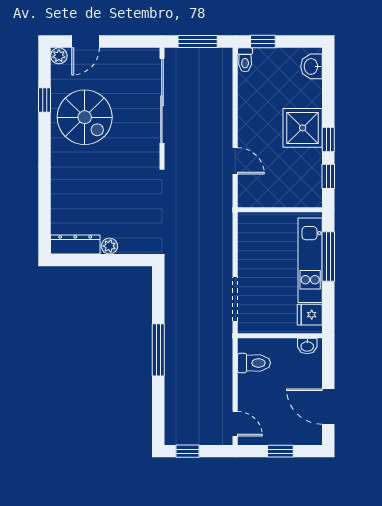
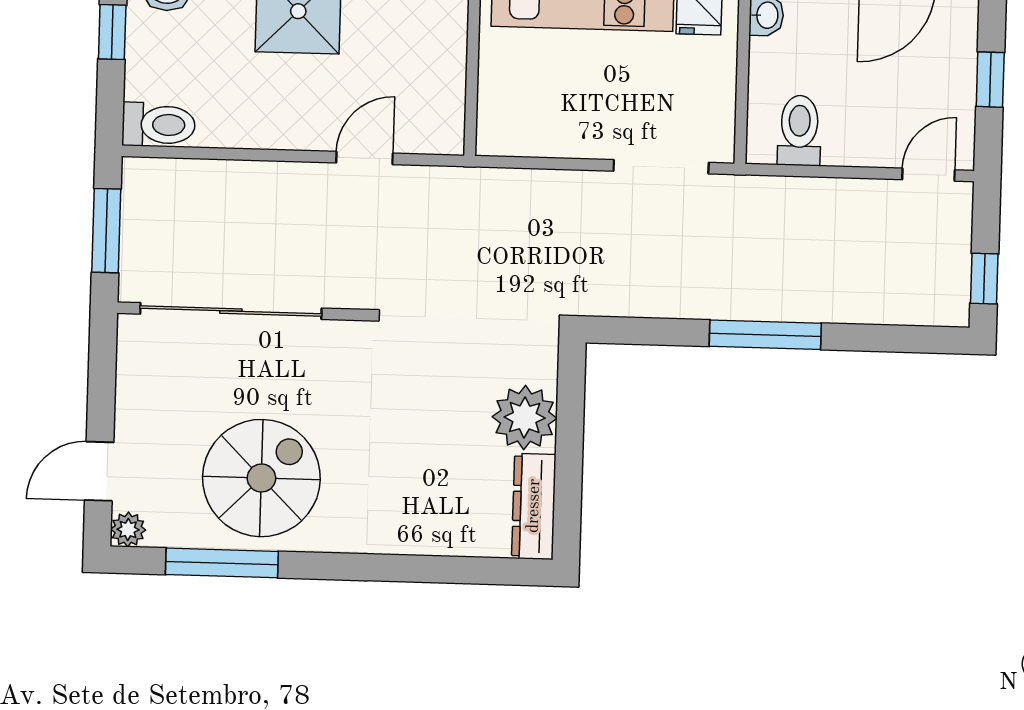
door: (86, 42) -> (99, 471), swing flipped
window: (263, 42) -> (112, 32), moved
toilet: (245, 60) -> (159, 125), width x1.37, depth x1.39
window: (45, 100) -> (222, 563), width x2.17
plant: (109, 246) -> (525, 418), width x1.88, depth x1.88

